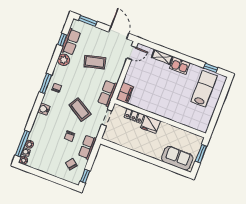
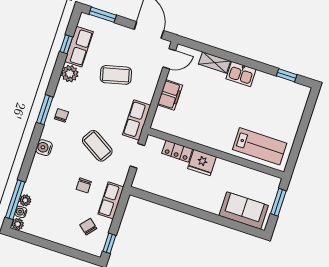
lab bench: (204, 89) -> (260, 146), moved, turned 90
filing cabinet: (125, 93) -> (170, 95), moved

